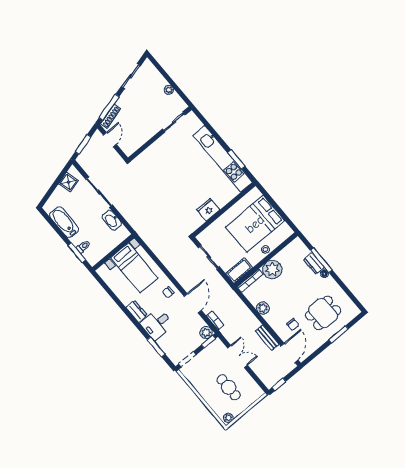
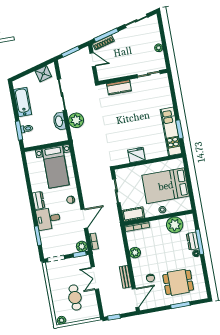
door: (110, 140) -> (93, 60), hinge flipped
kitchen counter: (152, 152) -> (119, 87), added
kitchen unit: (223, 159) -> (171, 131), width x0.73
plant: (128, 210) -> (76, 120), added
plant: (272, 269) -> (175, 225), moved
double door: (238, 357) -> (95, 278), swing flipped

